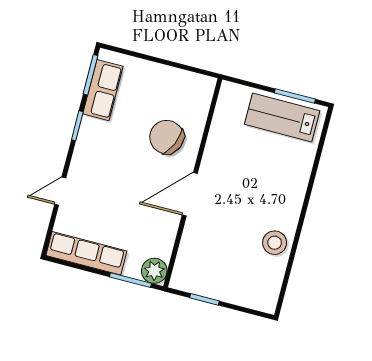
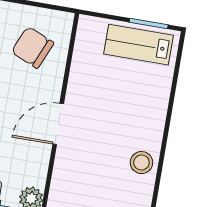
chair: (167, 137) -> (33, 47), moved

